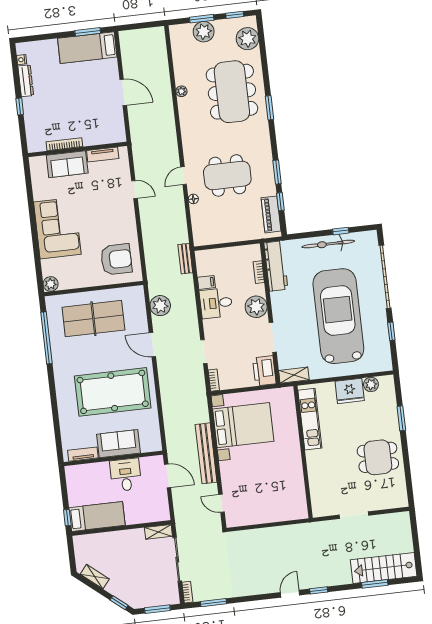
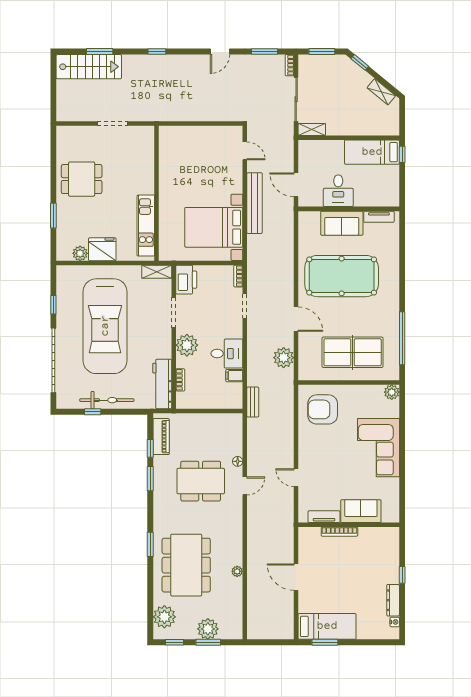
bookcase: (64, 144) -> (339, 532), moved
door: (290, 594) -> (220, 52), moved

